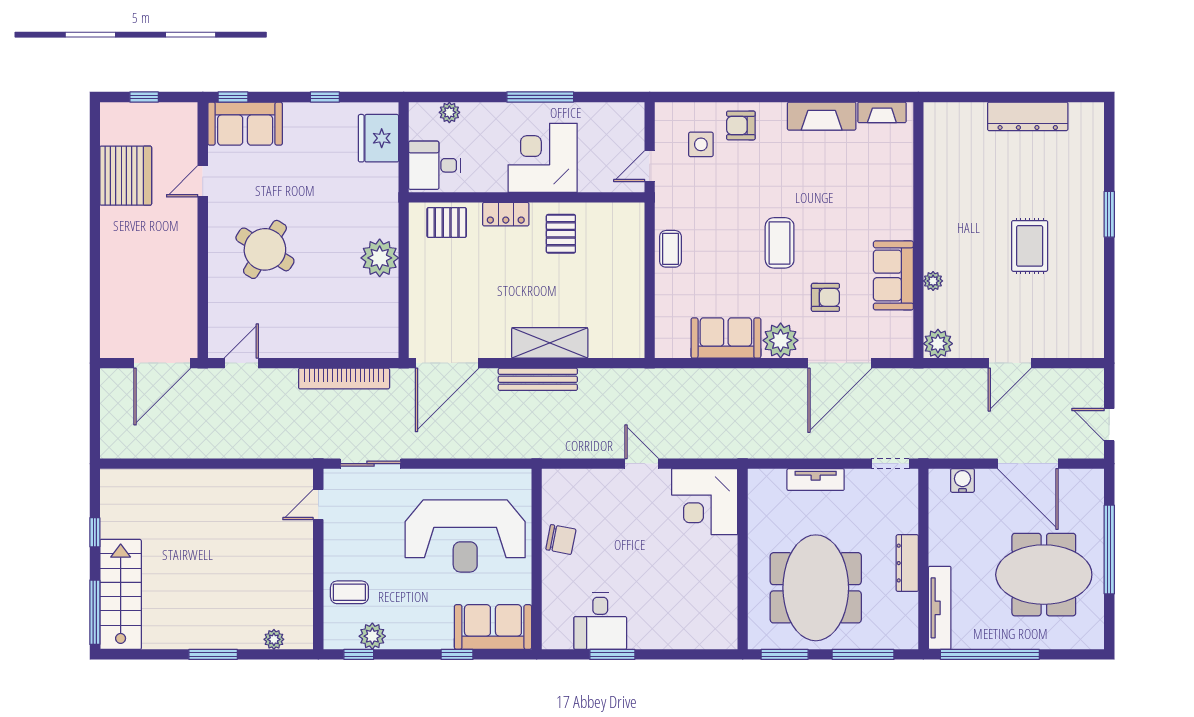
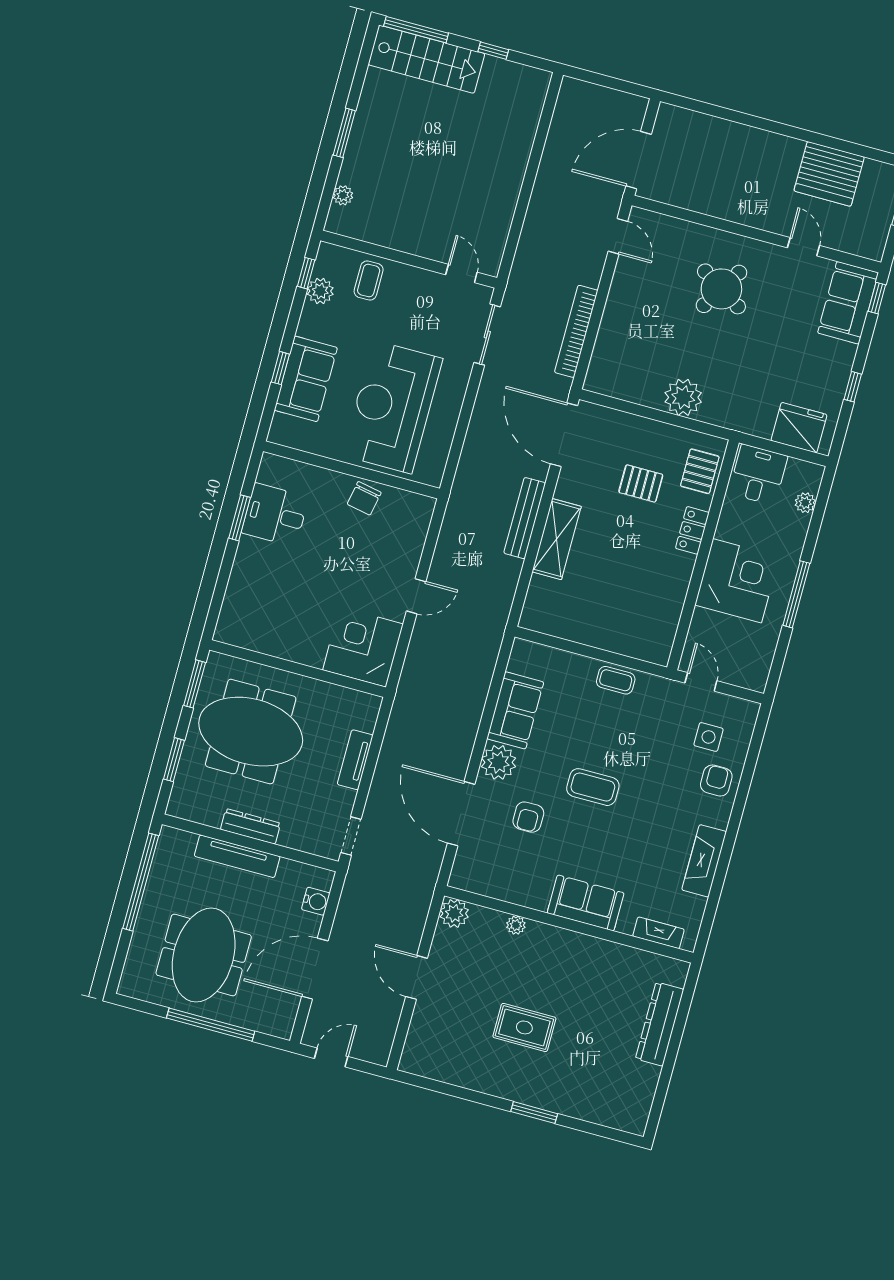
fireplace: (882, 112) -> (658, 933), moved, turned 90
dresser: (1028, 116) -> (660, 1024), moved
pallet: (561, 234) -> (641, 483), moved
sofa: (893, 275) -> (586, 903), moved
door: (162, 363) -> (639, 160), hinge flipped
tv unit: (940, 608) -> (237, 856), moved
sofa: (493, 627) -> (306, 379), moved
window: (863, 654) -> (174, 760), width x0.69

